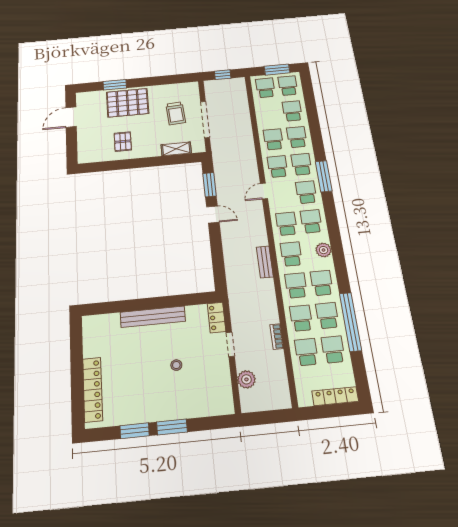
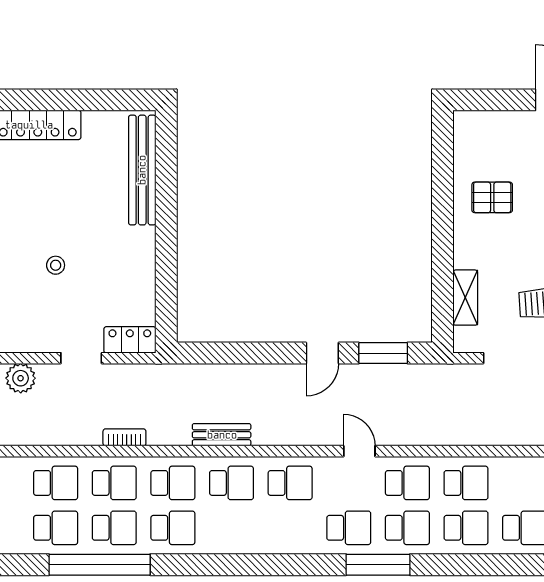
school desk: (311, 221) -> (290, 528), removed
plant: (324, 250) -> (233, 541), removed
bench: (153, 317) -> (142, 170), moved
bookcase: (277, 336) -> (124, 437), moved

